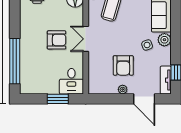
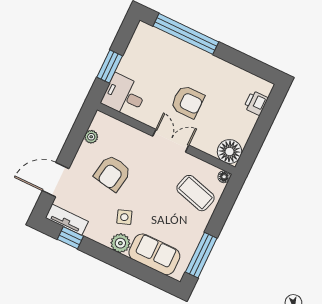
armchair: (57, 40) -> (187, 102), turned -90
armchair: (123, 65) -> (112, 173), turned -80
plant: (123, 89) -> (91, 137), moved

